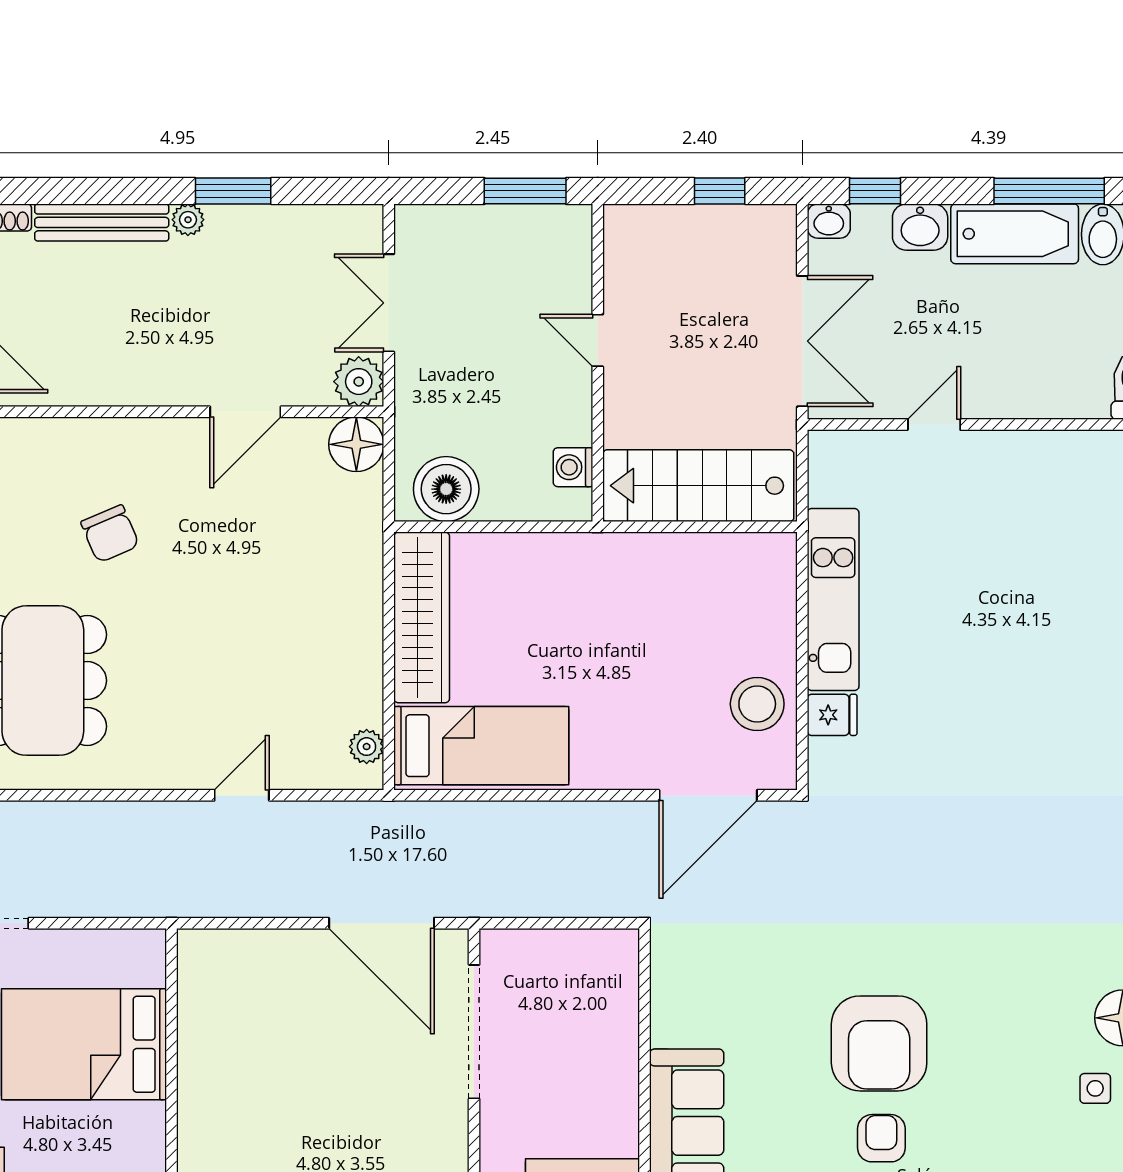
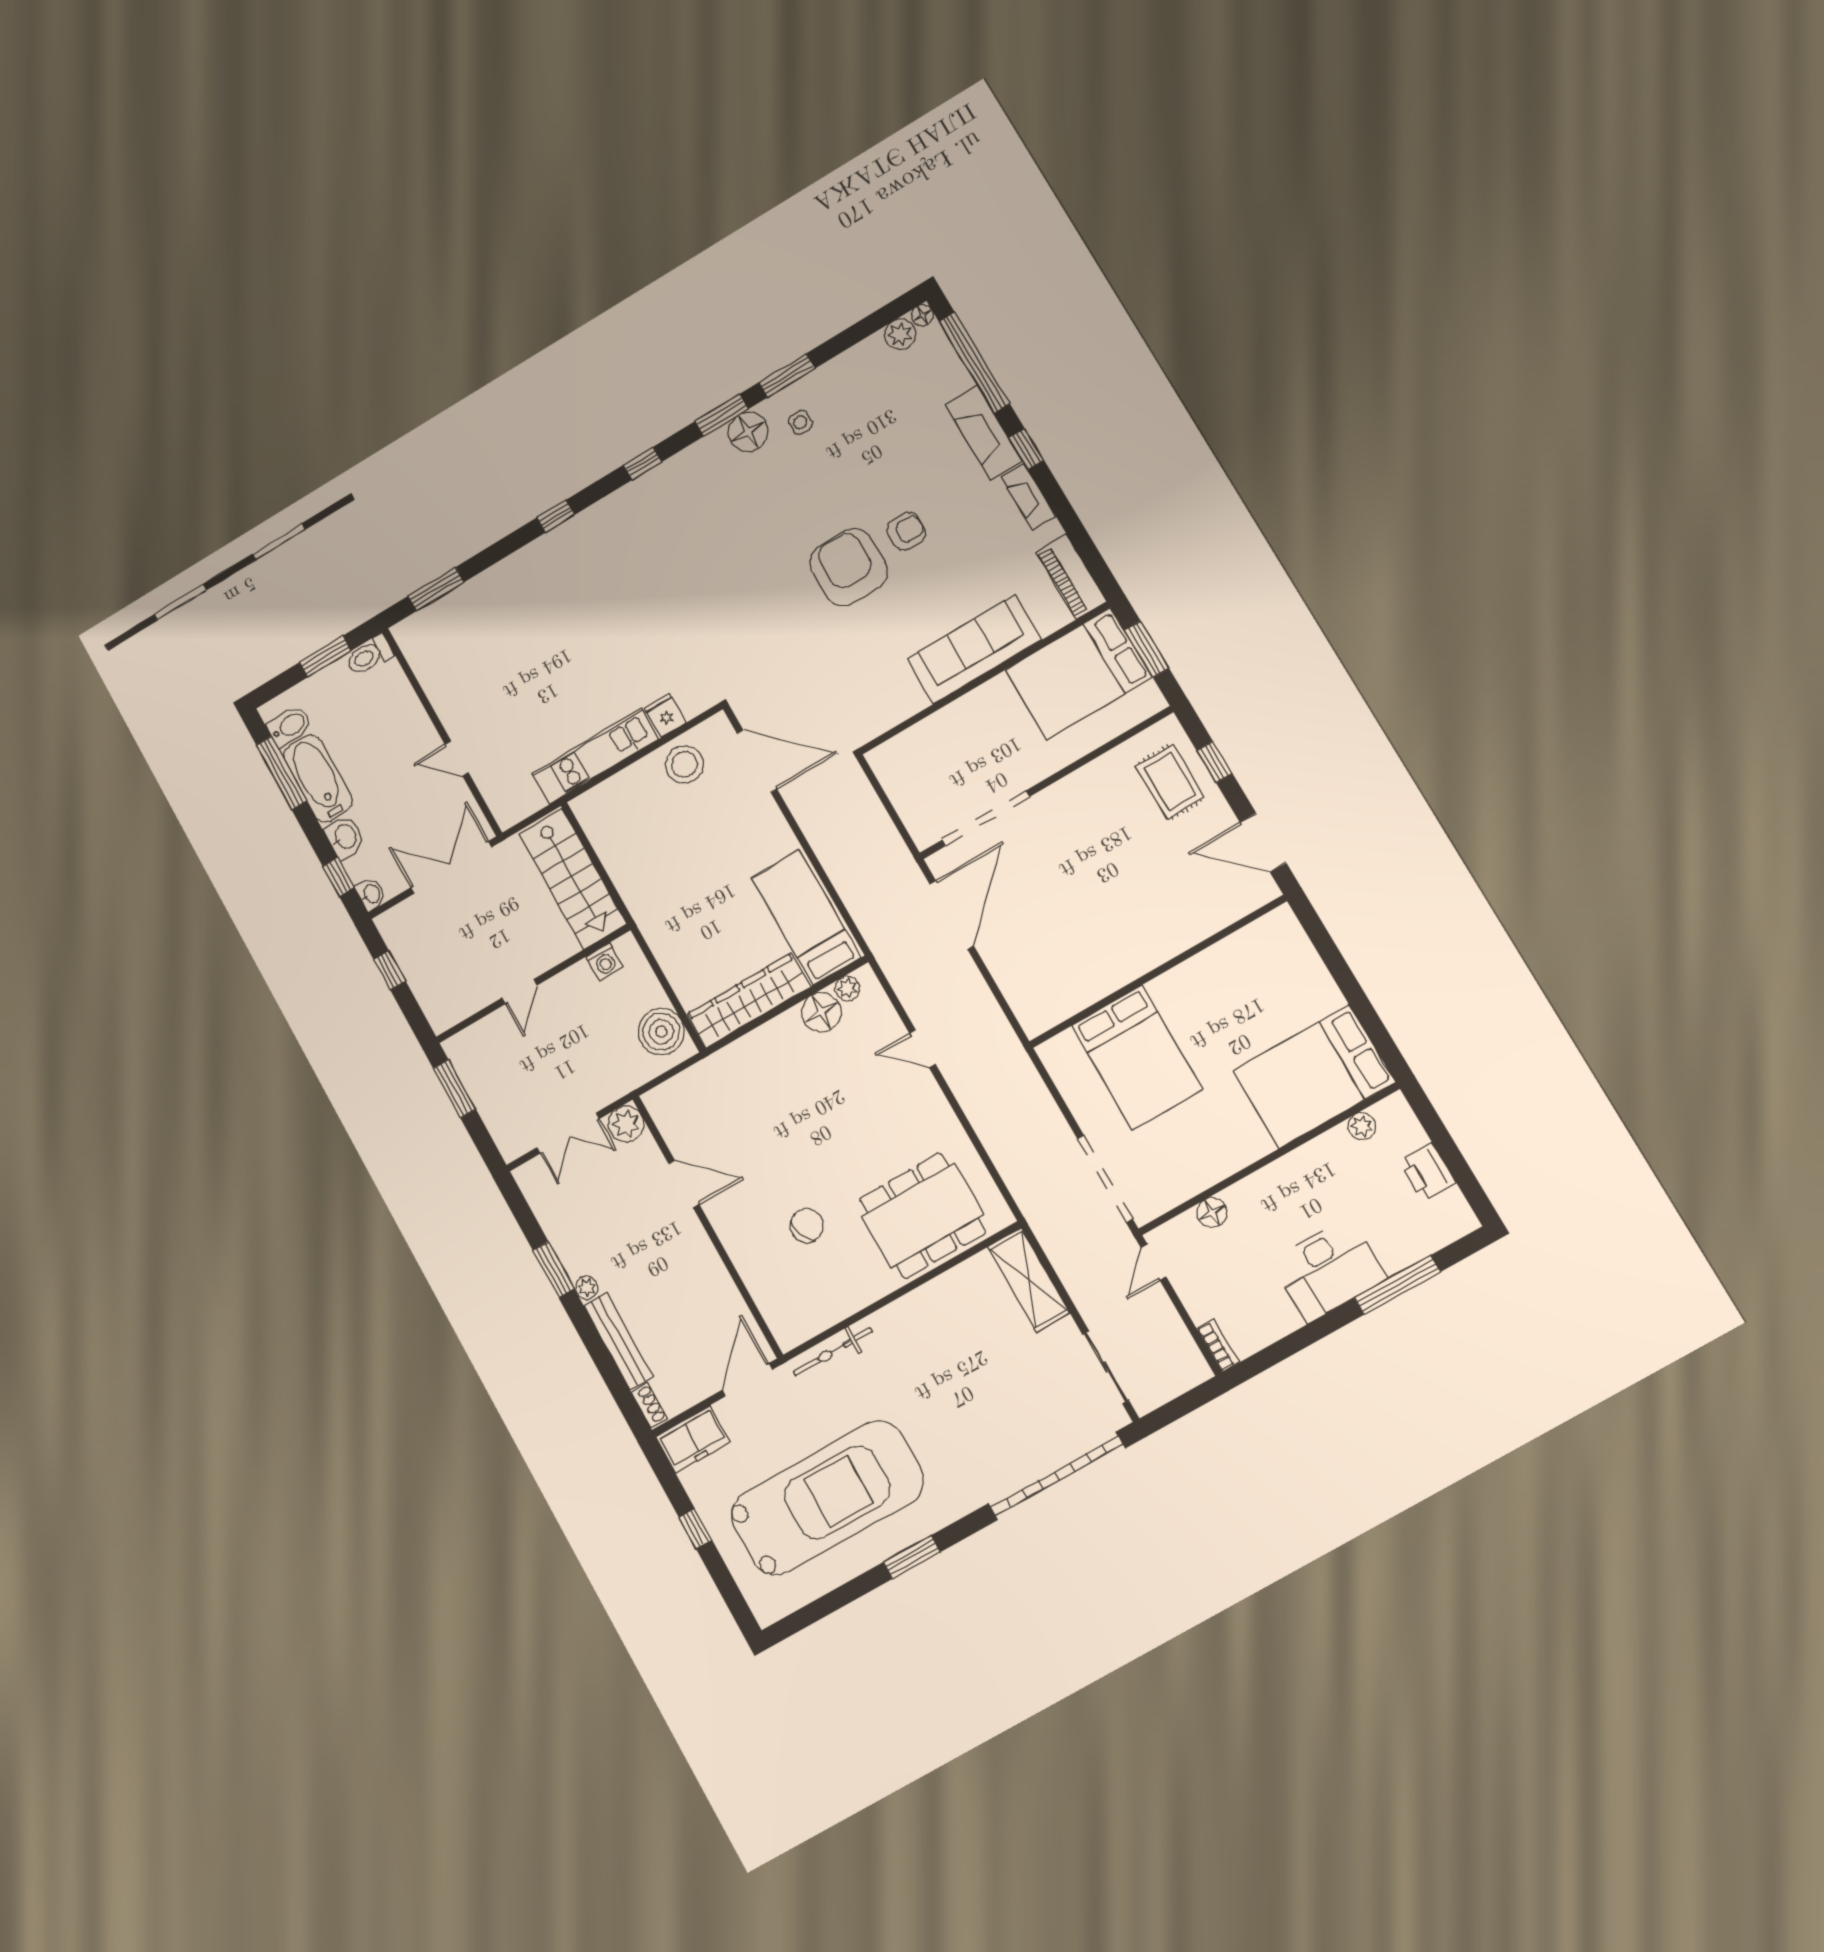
floor lamp: (356, 444) -> (821, 1012), moved
armchair: (879, 1043) -> (849, 567), turned -90
armchair: (881, 1138) -> (906, 531), turned 180

